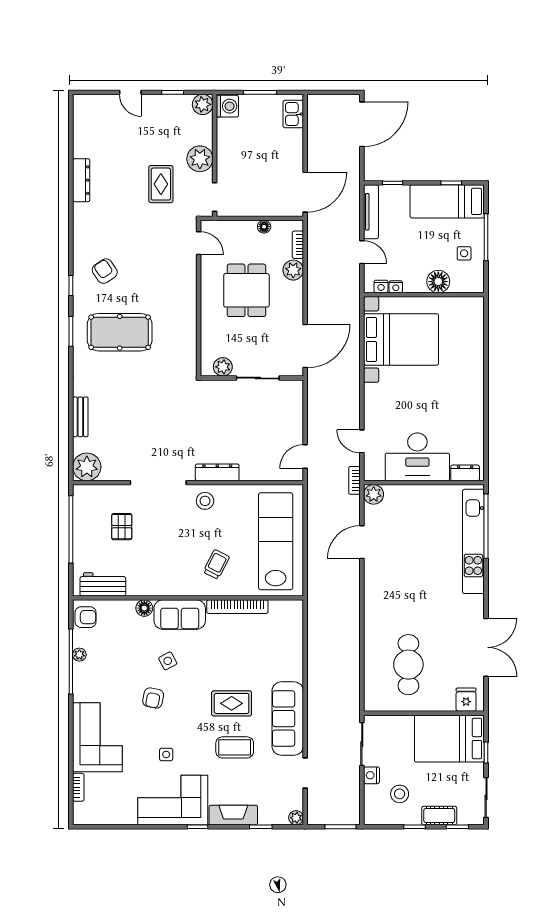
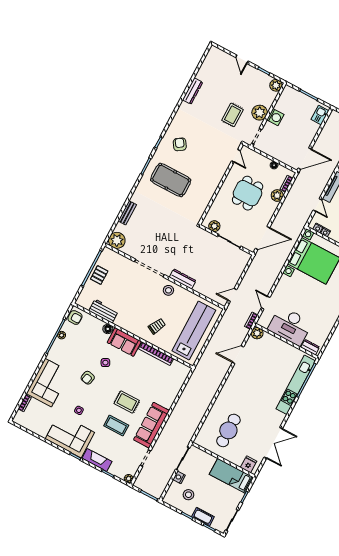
washing machine: (227, 106) -> (275, 117), moved
pallet: (122, 527) -> (99, 275), moved
workbench: (103, 584) -> (104, 311), moved
bed: (449, 739) -> (231, 476), width x0.67

